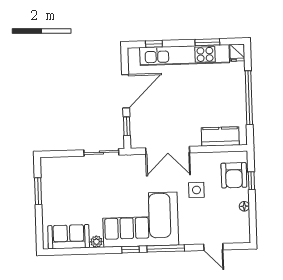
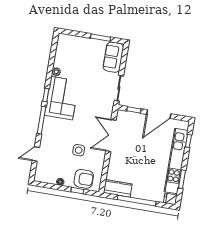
door: (126, 91) -> (159, 114), hinge flipped
kitchen counter: (220, 136) -> (118, 188), moved, turned -90
armchair: (234, 175) -> (84, 179), turned 180
corner sofa: (140, 220) -> (62, 98), width x0.73, depth x0.74
sofa: (69, 237) -> (113, 57), moved, turned 180

